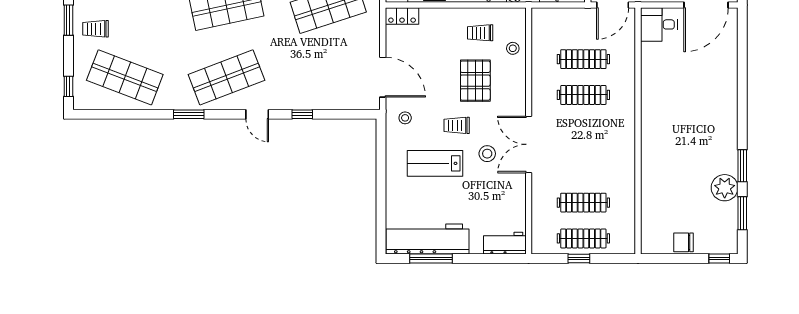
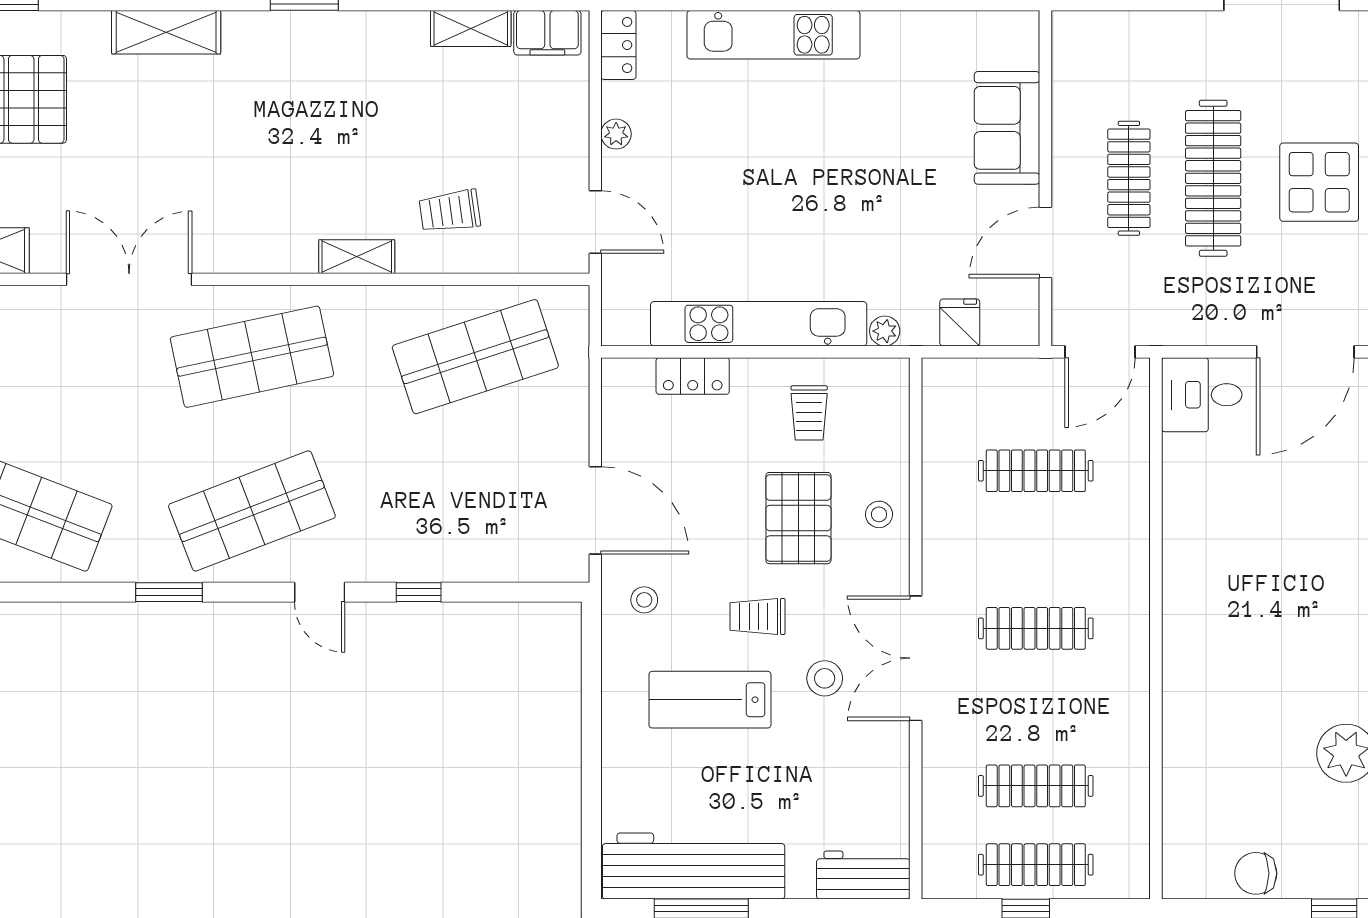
locker: (402, 16) -> (693, 376), moved
trolley: (480, 33) -> (809, 413), turned -90
stool: (513, 48) -> (879, 514), moved
clothes rail: (583, 95) -> (1036, 628), moved

